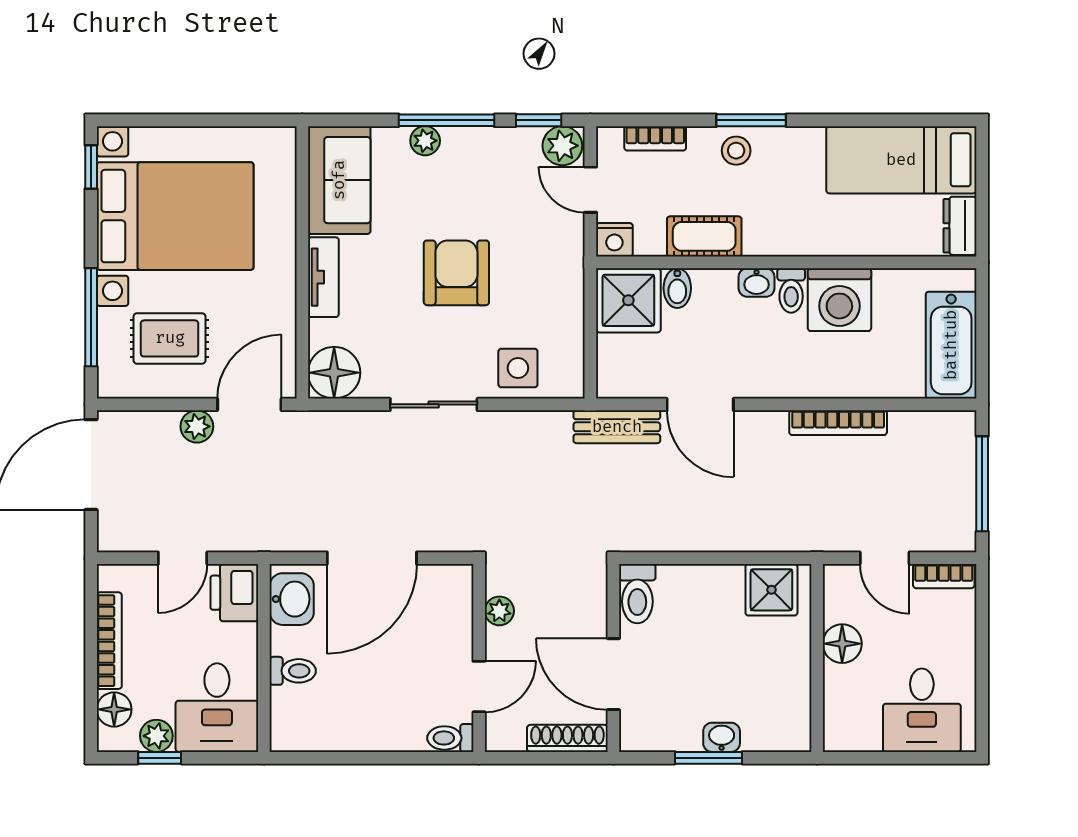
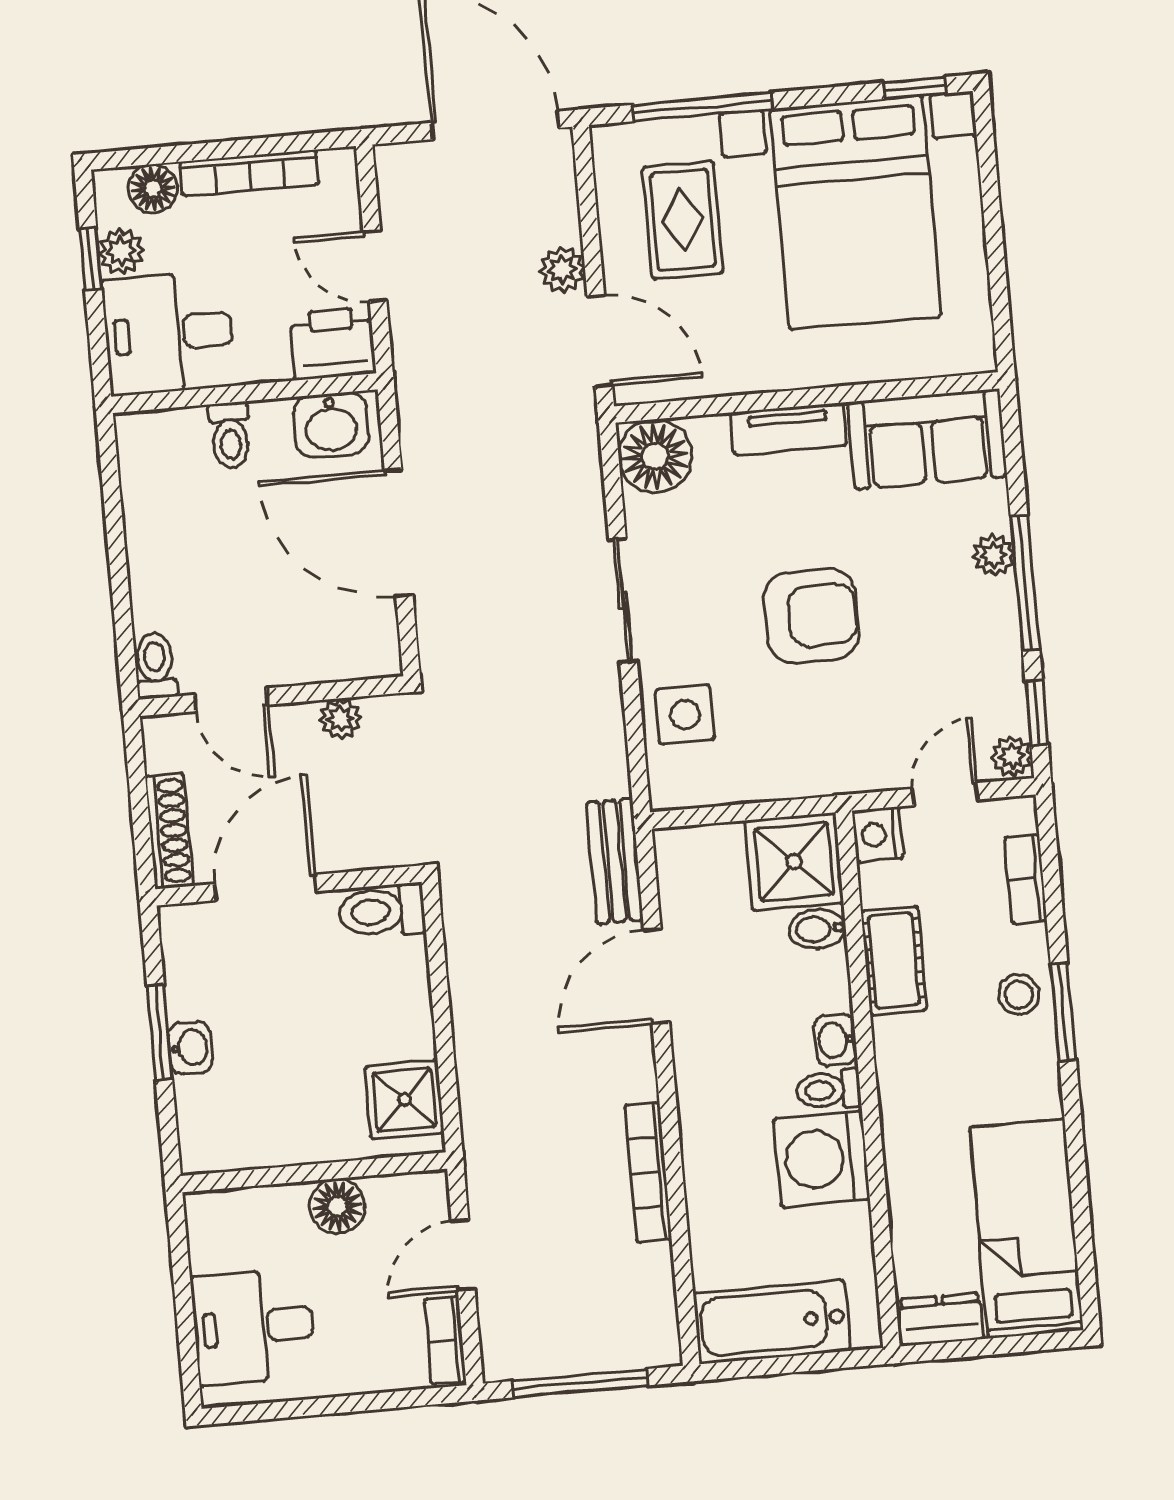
plant: (562, 146) -> (1012, 756), width x0.73, depth x0.73

